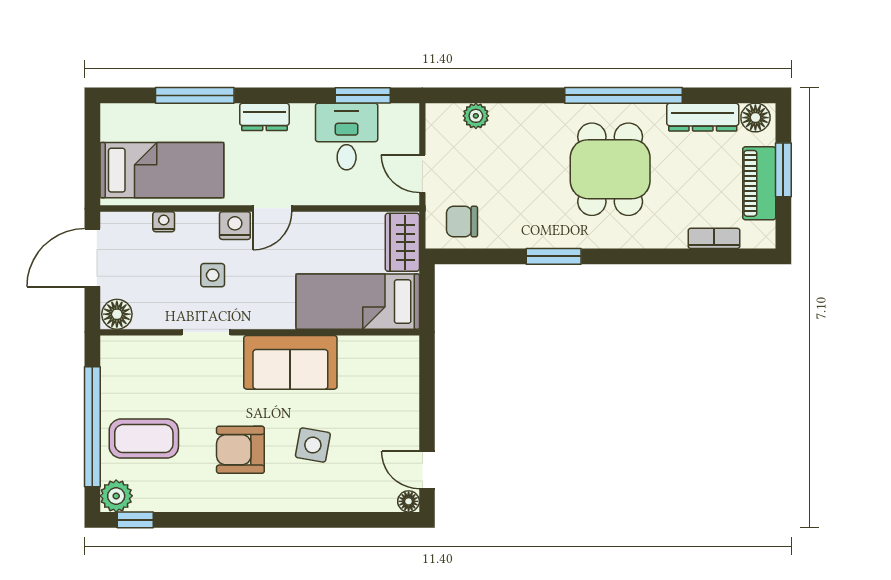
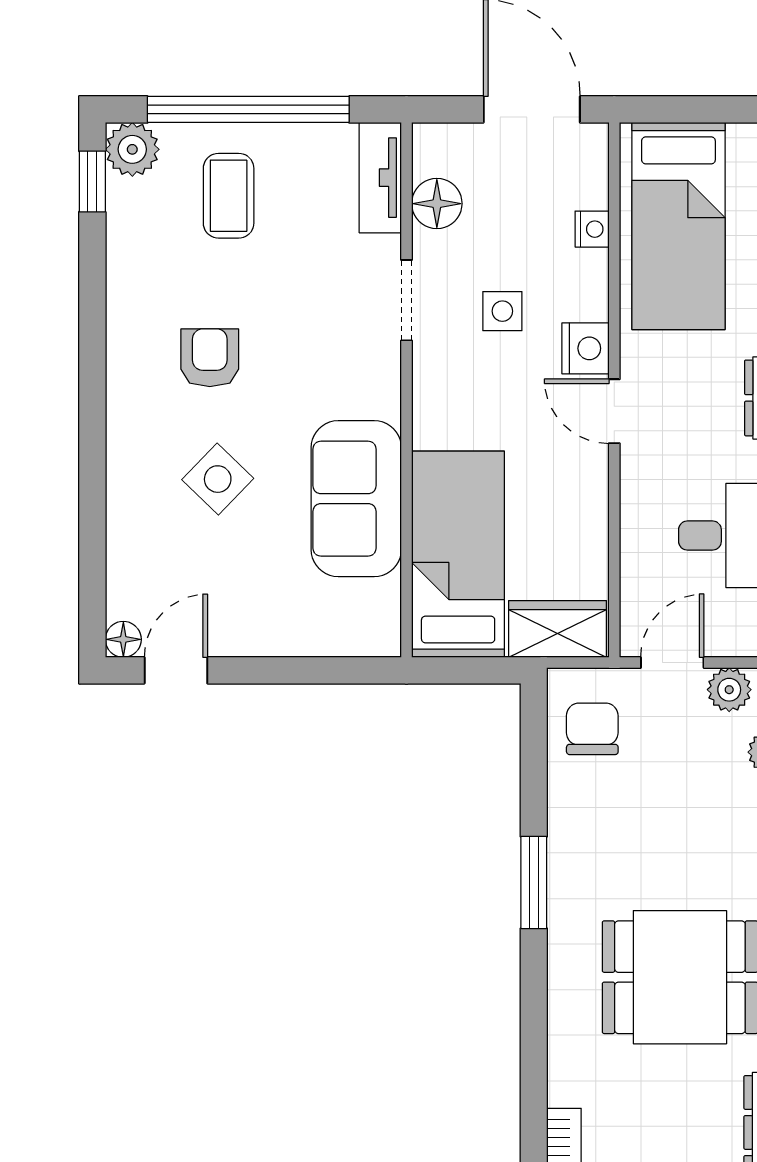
plant: (439, 140) -> (729, 690), added
floor lamp: (117, 314) -> (437, 204), moved
tv unit: (133, 348) -> (380, 178), added
sofa: (290, 362) -> (356, 499), moved
coffee table: (144, 439) -> (229, 196), width x0.73, depth x0.77
side table: (313, 445) -> (218, 479), turned 34
armchair: (240, 450) -> (210, 358), width x0.72, depth x0.72

